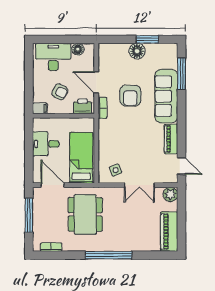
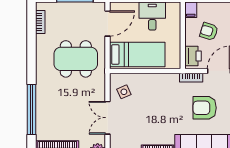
armchair: (60, 92) -> (209, 31), turned 81
window: (109, 255) -> (32, 110), moved

